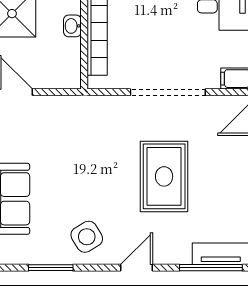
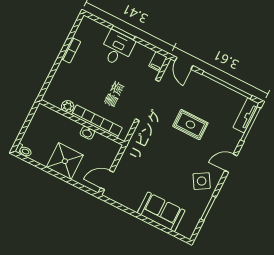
rug: (164, 176) -> (190, 125), width x0.73, depth x0.70
door: (136, 268) -> (231, 163), hinge flipped

